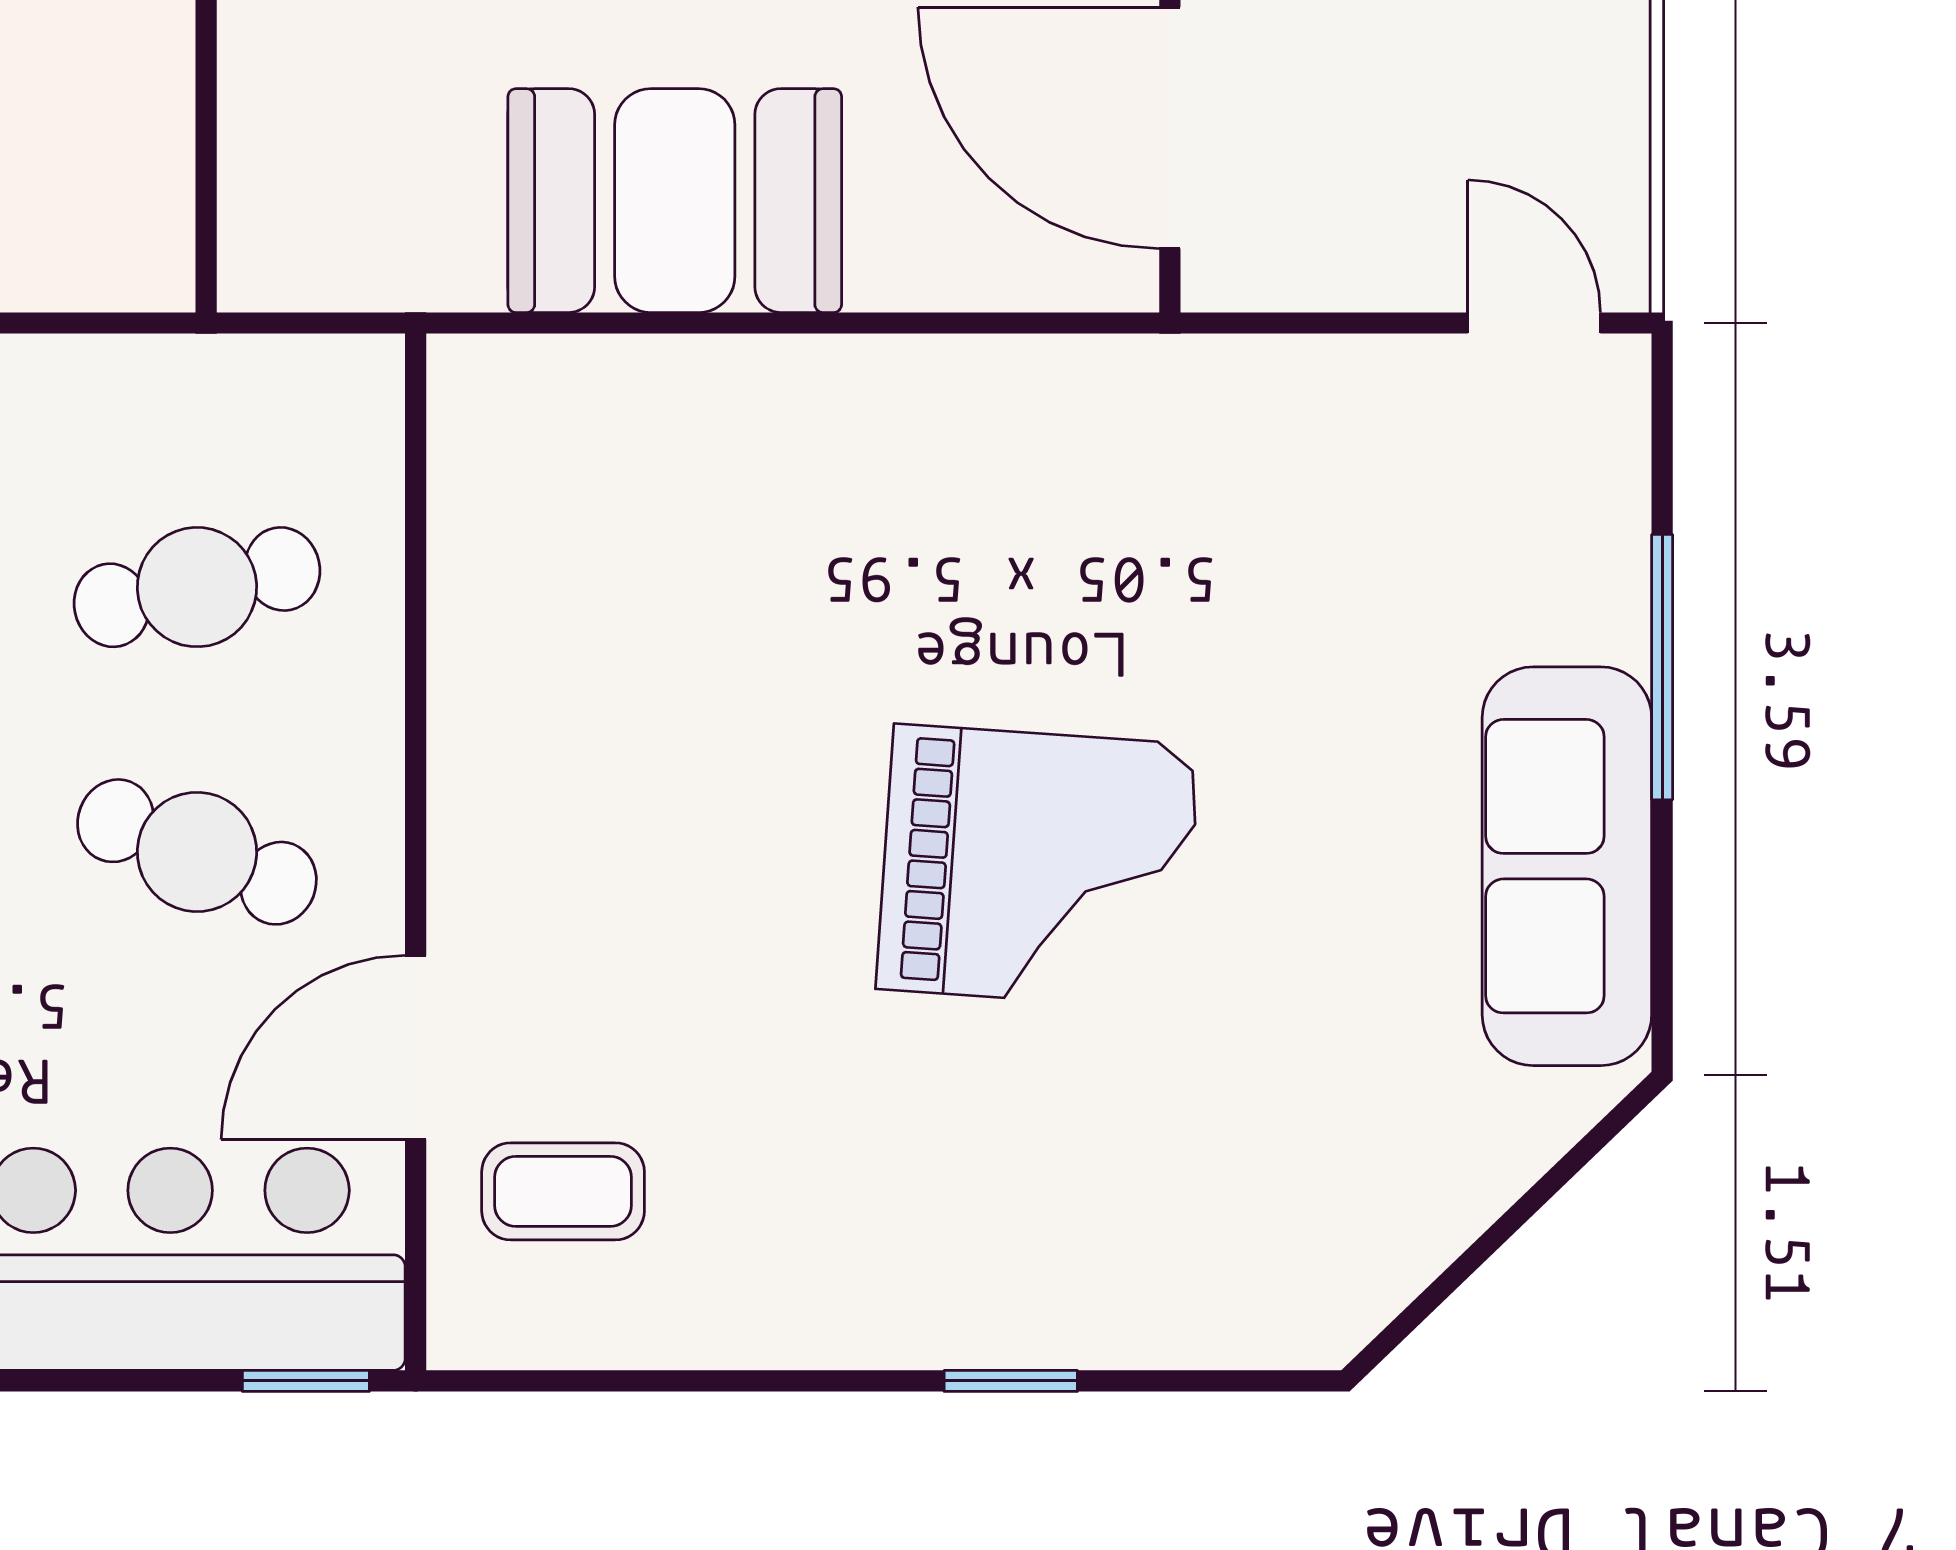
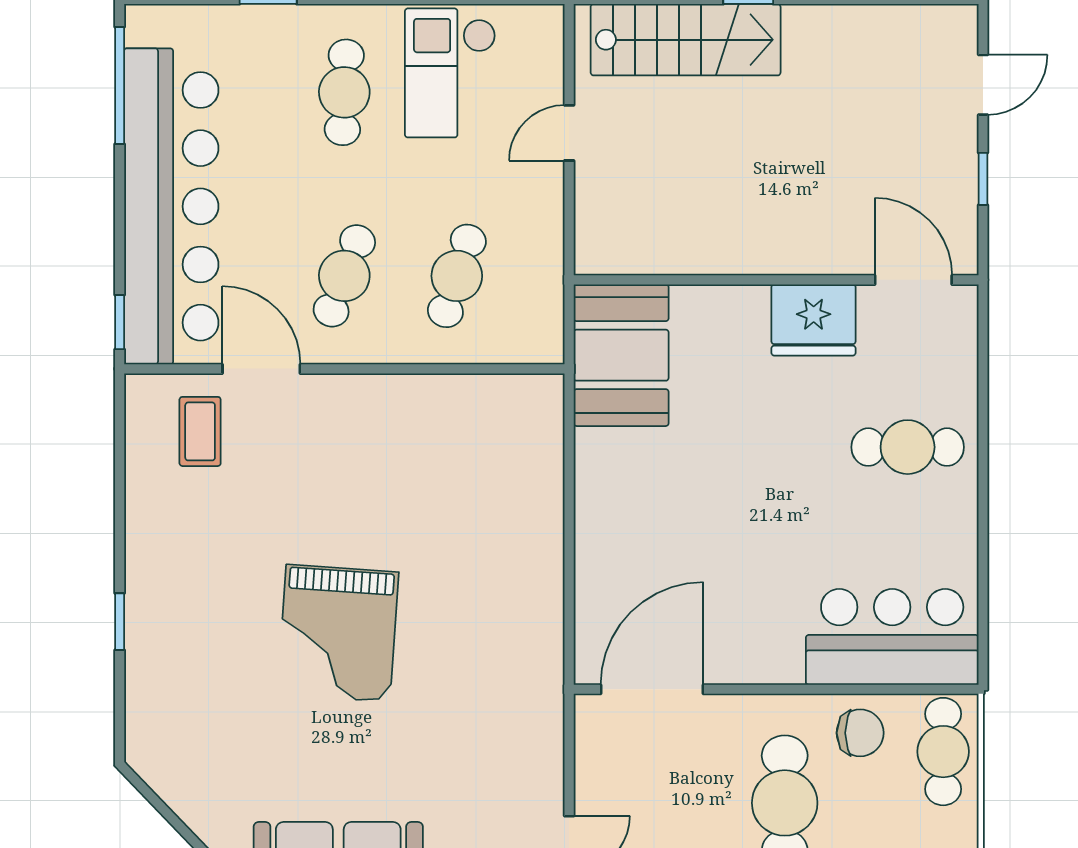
booth: (675, 201) -> (621, 355), moved
cafe table: (197, 587) -> (457, 276), turned 30

